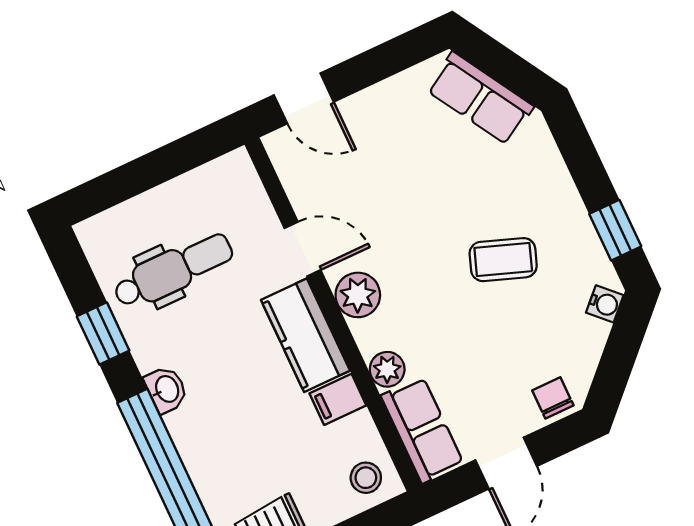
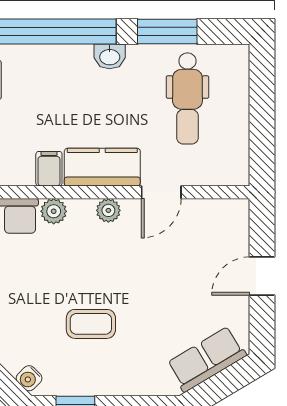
door: (304, 98) -> (262, 276), moved
coffee table: (503, 260) -> (91, 324), turned 70
plant: (358, 295) -> (108, 210), width x0.73, depth x0.73
window: (103, 333) -> (167, 31), width x1.50

